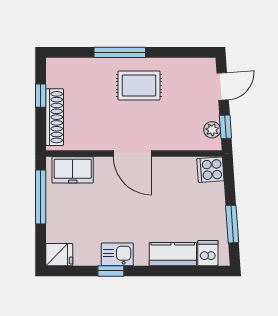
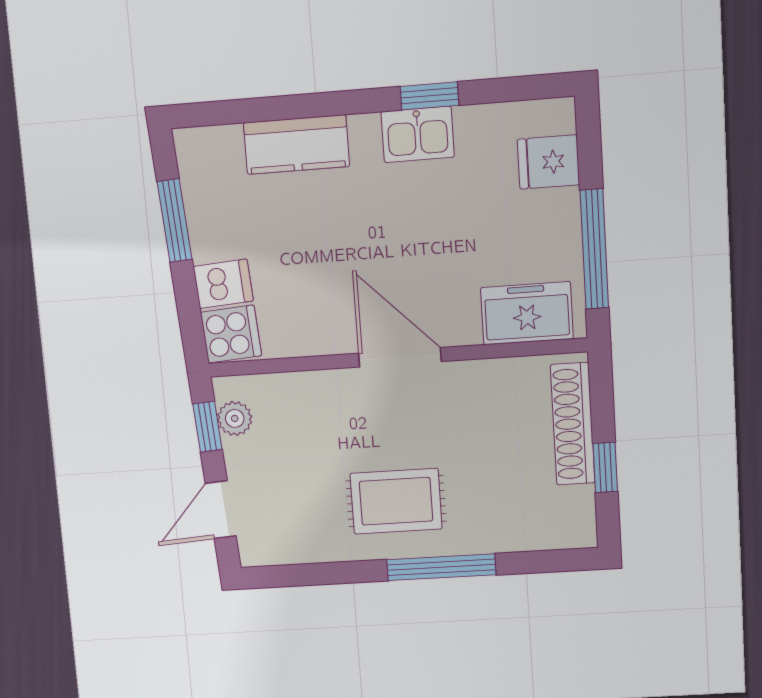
dishwasher: (208, 253) -> (223, 284), moved, turned -94
fridge: (59, 255) -> (548, 162), moved

